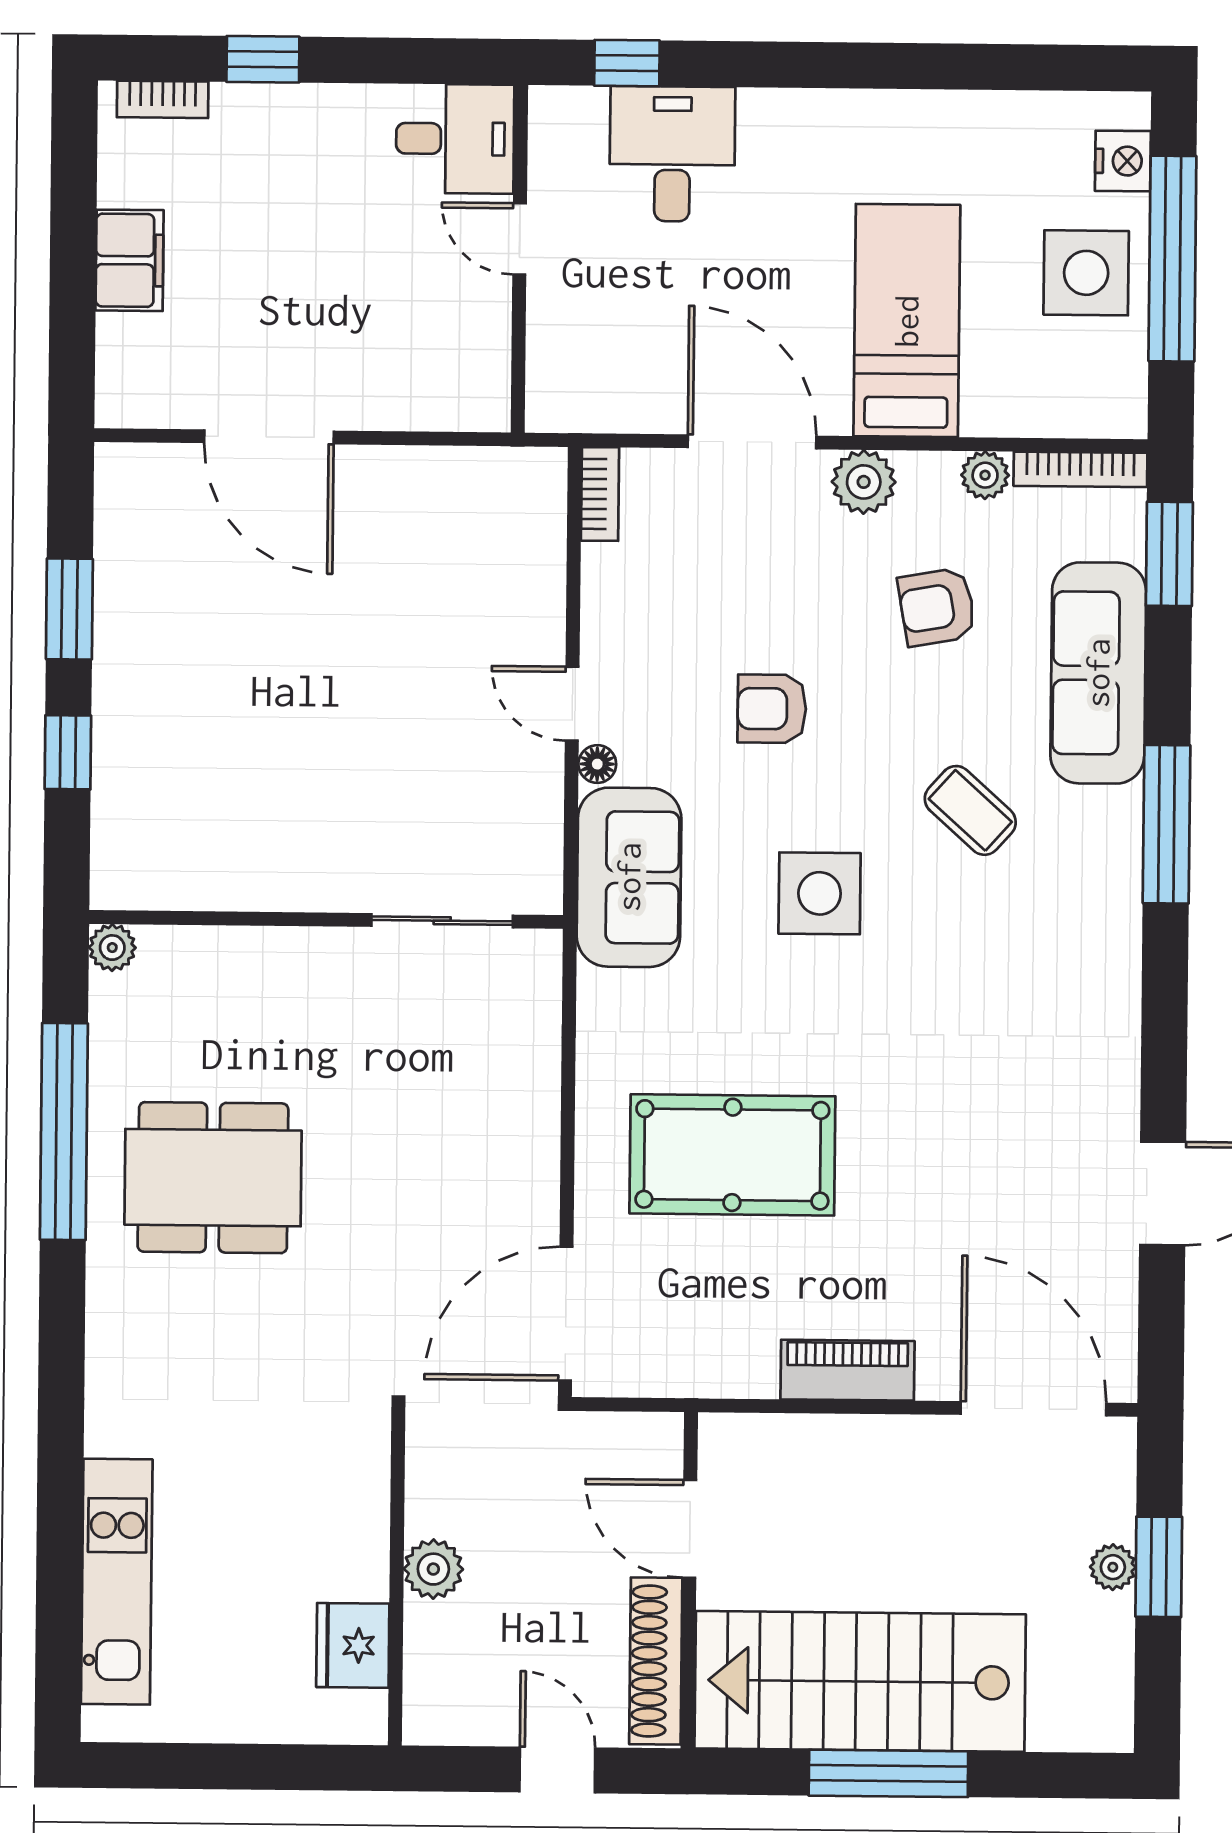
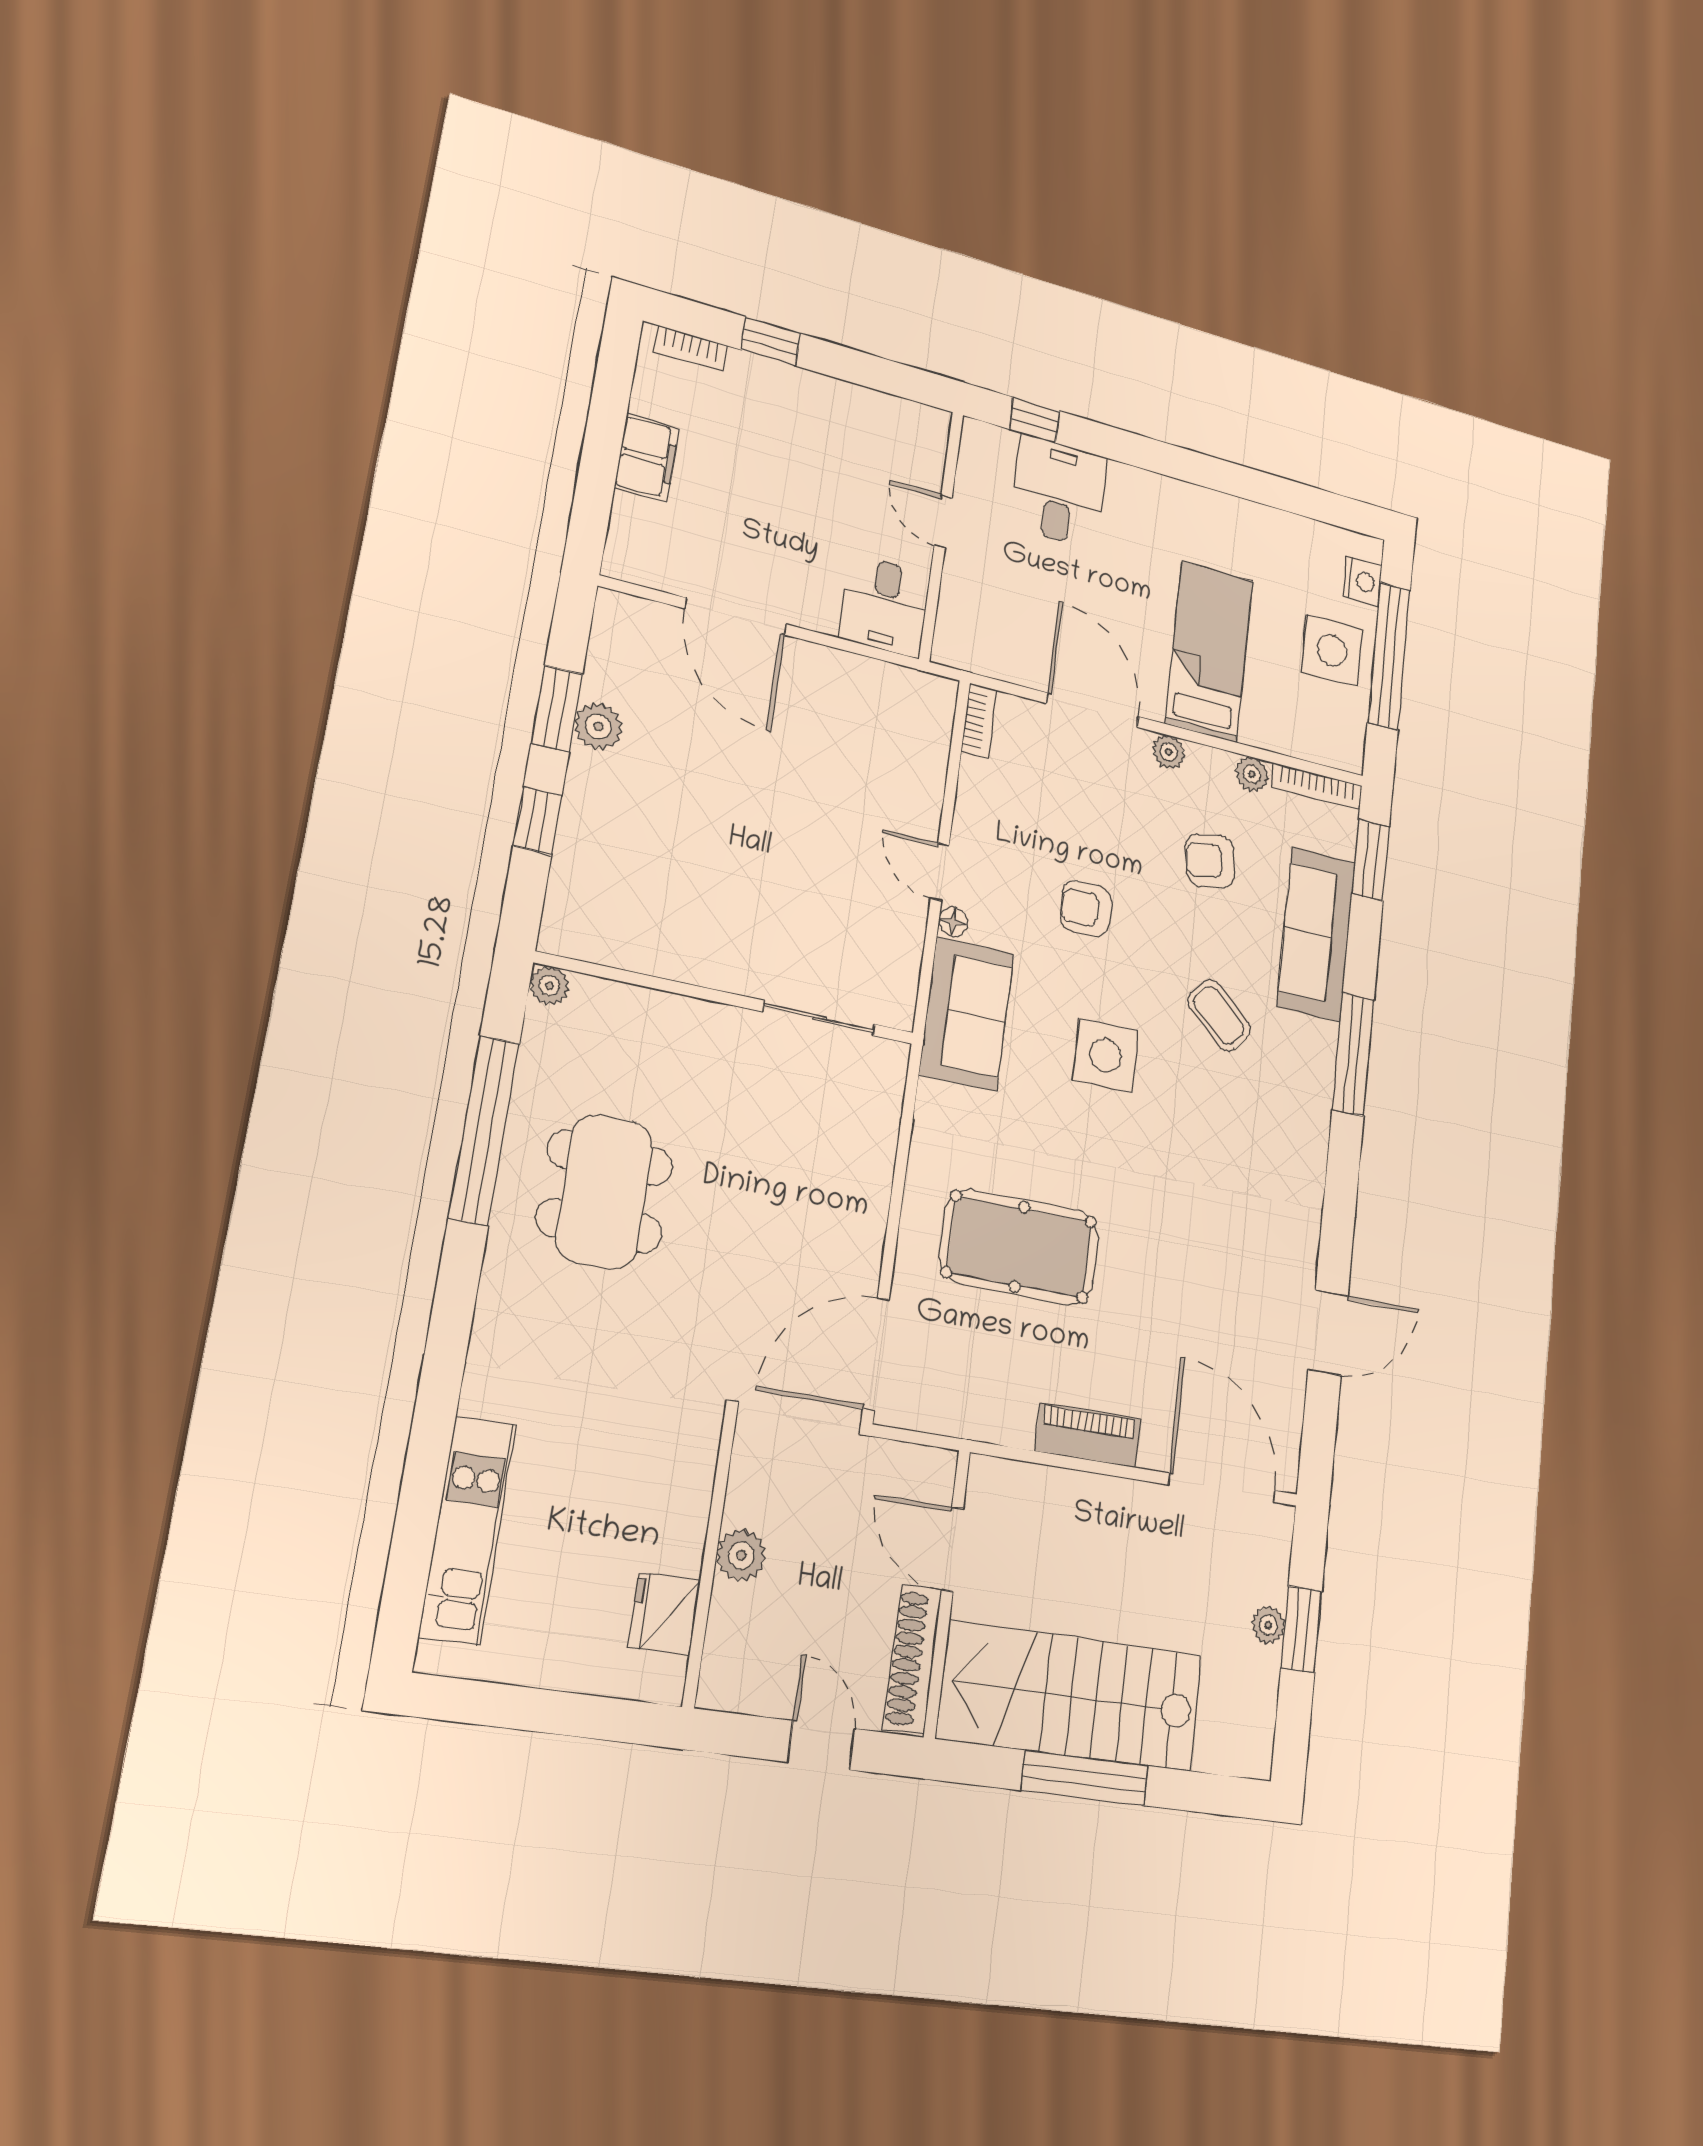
desk: (455, 139) -> (885, 606), moved, turned 90
plant: (864, 482) -> (1169, 752), width x0.73, depth x0.73
plant: (122, 619) -> (598, 726), added
dining table: (213, 1178) -> (605, 1192), turned 90

